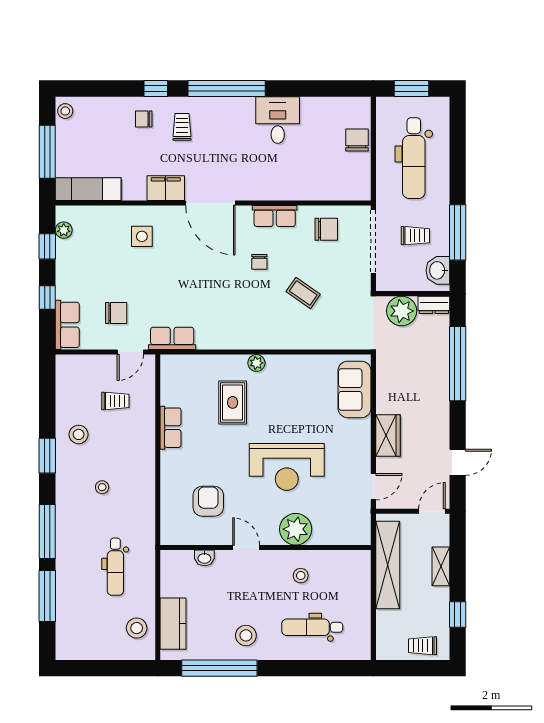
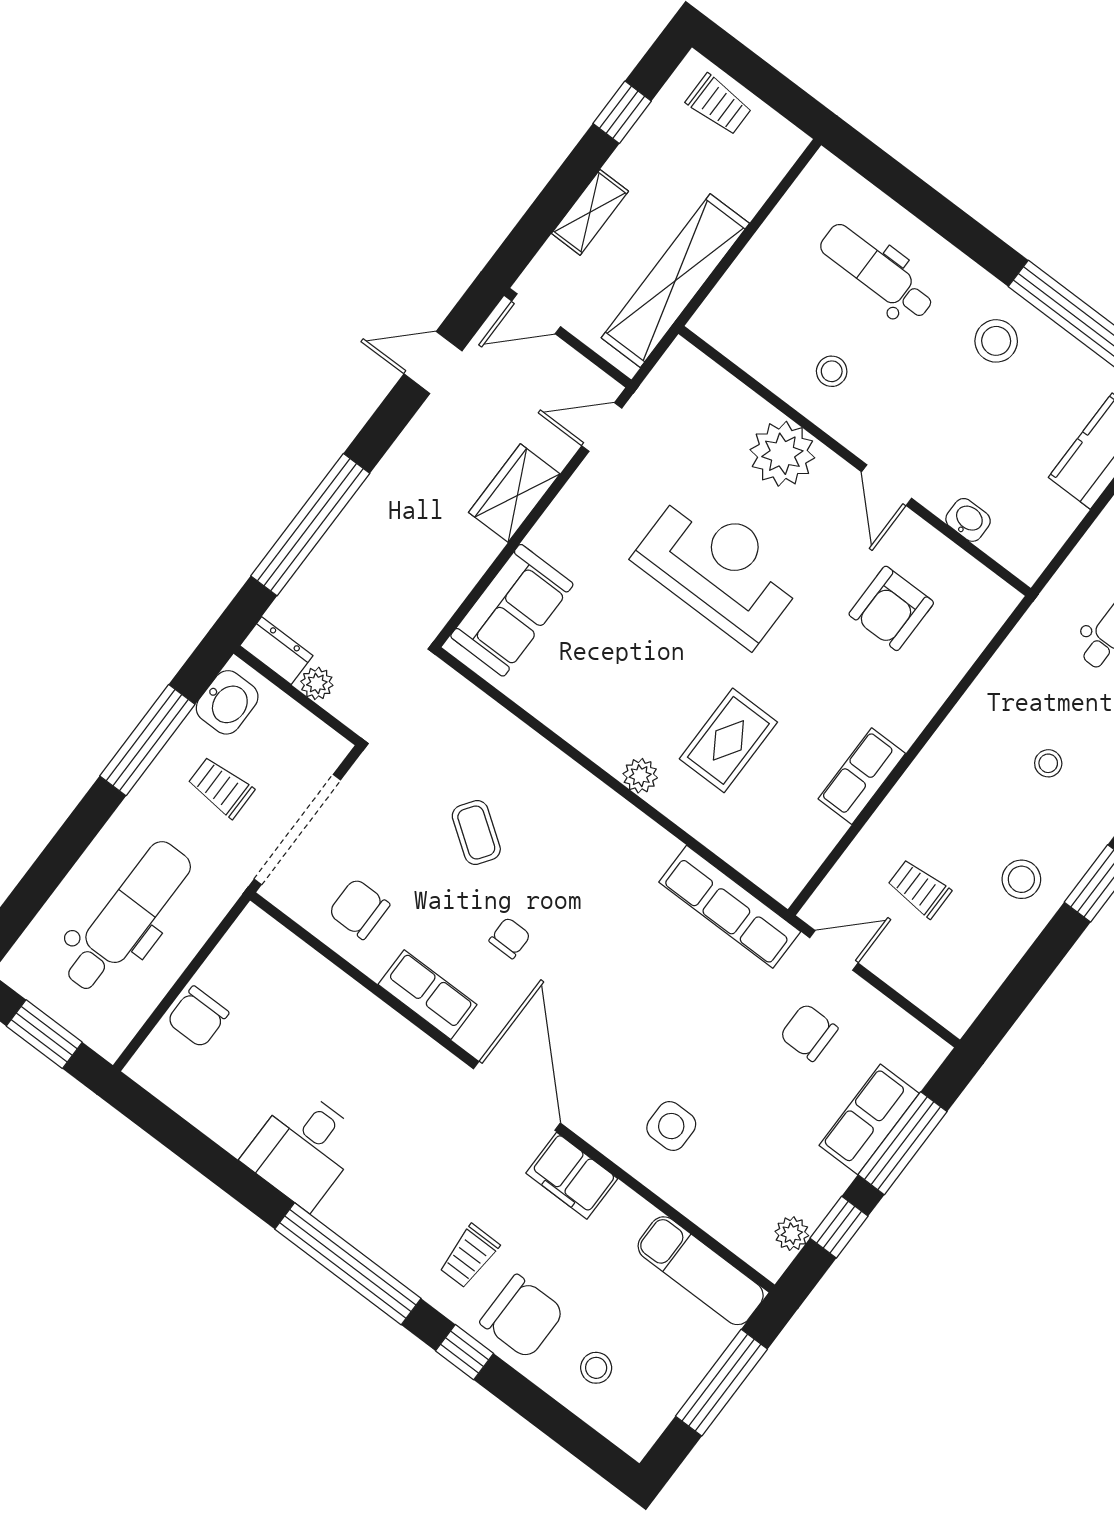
stool: (65, 111) -> (596, 1368), moved
chair: (144, 119) -> (522, 1317), width x1.87, depth x1.87
window: (47, 298) -> (903, 1143), width x2.17
plant: (402, 311) -> (317, 683), width x0.53, depth x0.53
row of seats: (67, 325) -> (869, 1119), moved
row of seats: (172, 338) -> (730, 907), width x1.48
dental chair: (312, 627) -> (877, 272), turned 180

